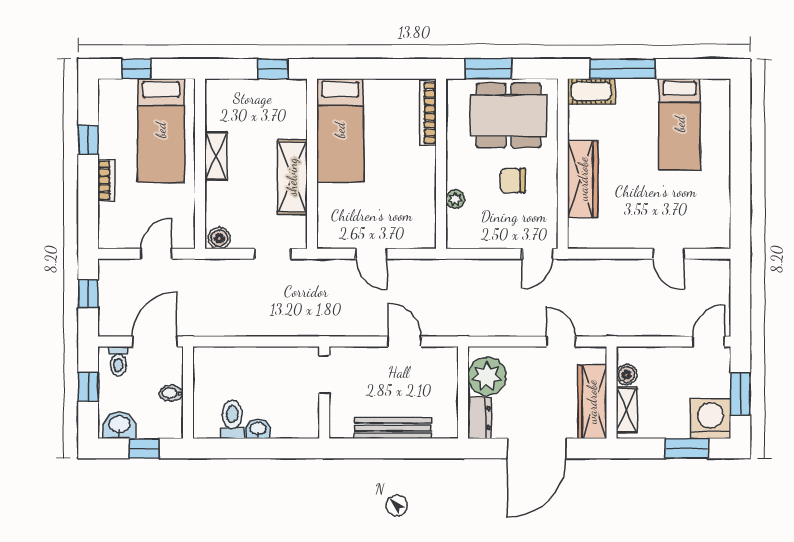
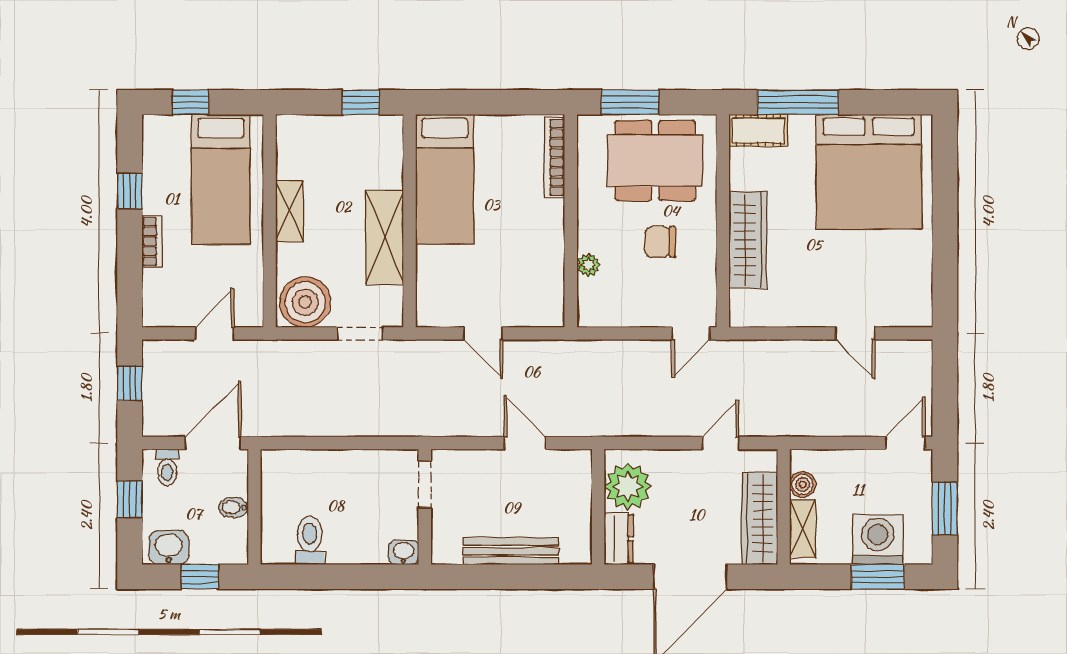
bed: (680, 124) -> (869, 172), width x2.04
boiler: (219, 238) -> (305, 302), width x1.86, depth x1.86
door: (561, 341) -> (721, 443), hinge flipped
washing machine: (711, 419) -> (878, 539), moved
washbasin: (258, 429) -> (404, 552), moved

